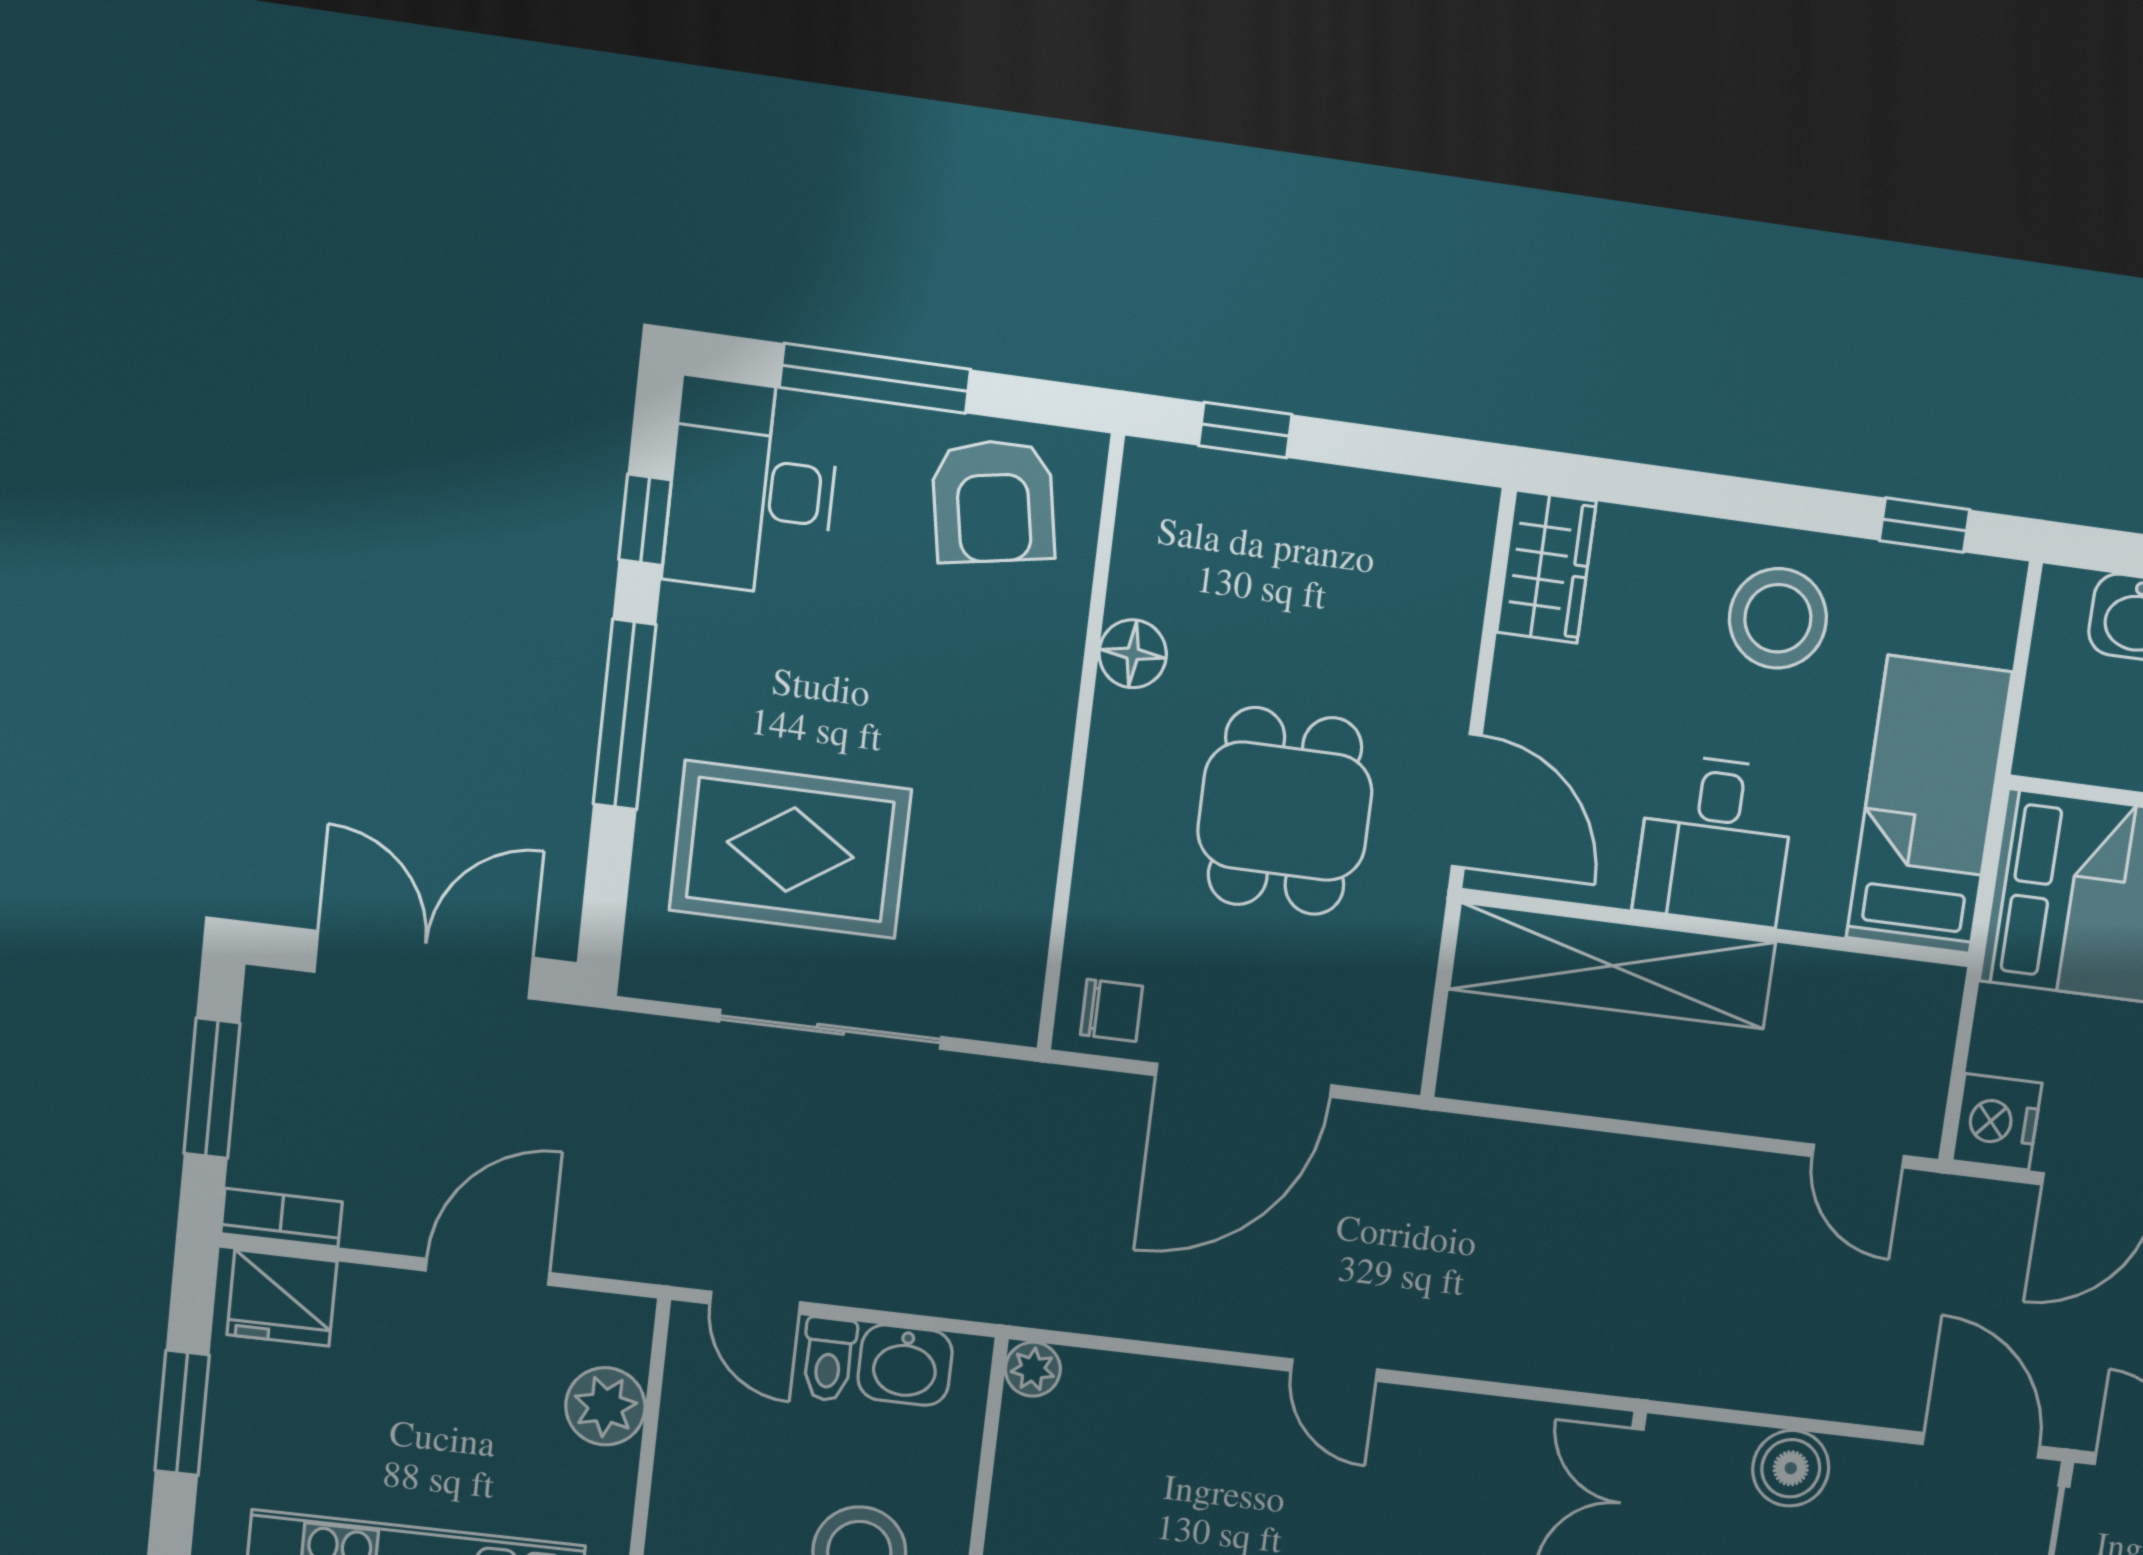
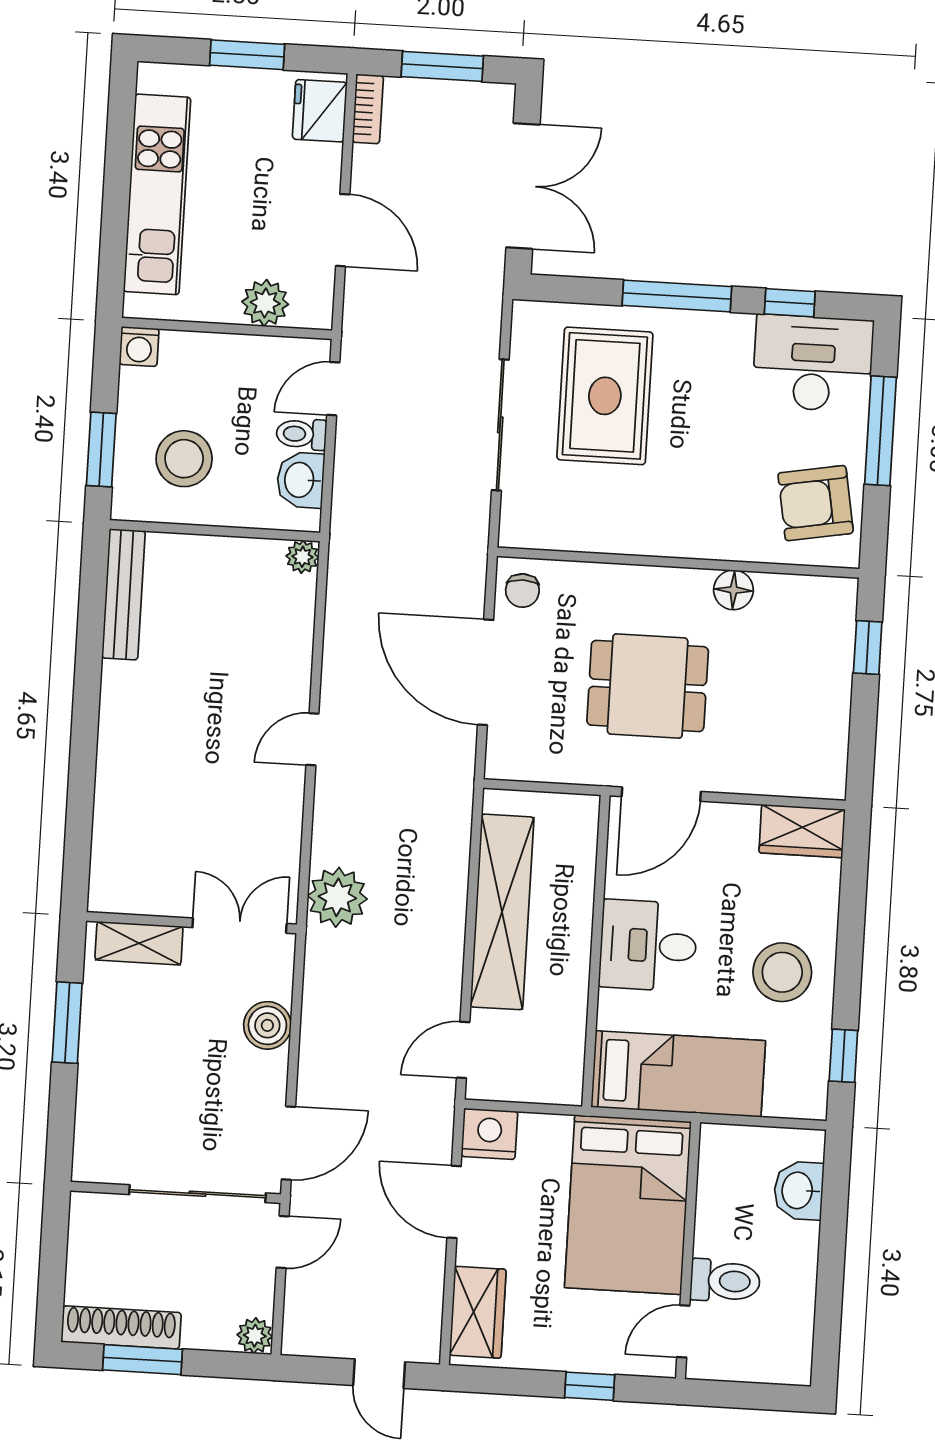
shelving: (1613, 966) -> (502, 912), moved
plant: (1594, 1345) -> (337, 897), added

